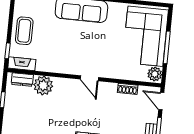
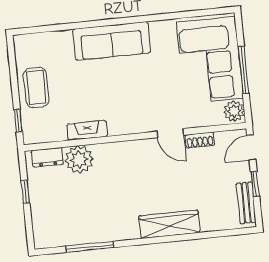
fireplace: (22, 64) -> (87, 130), moved
door: (89, 78) -> (170, 133), moved
door: (161, 101) -> (251, 148), hinge flipped

